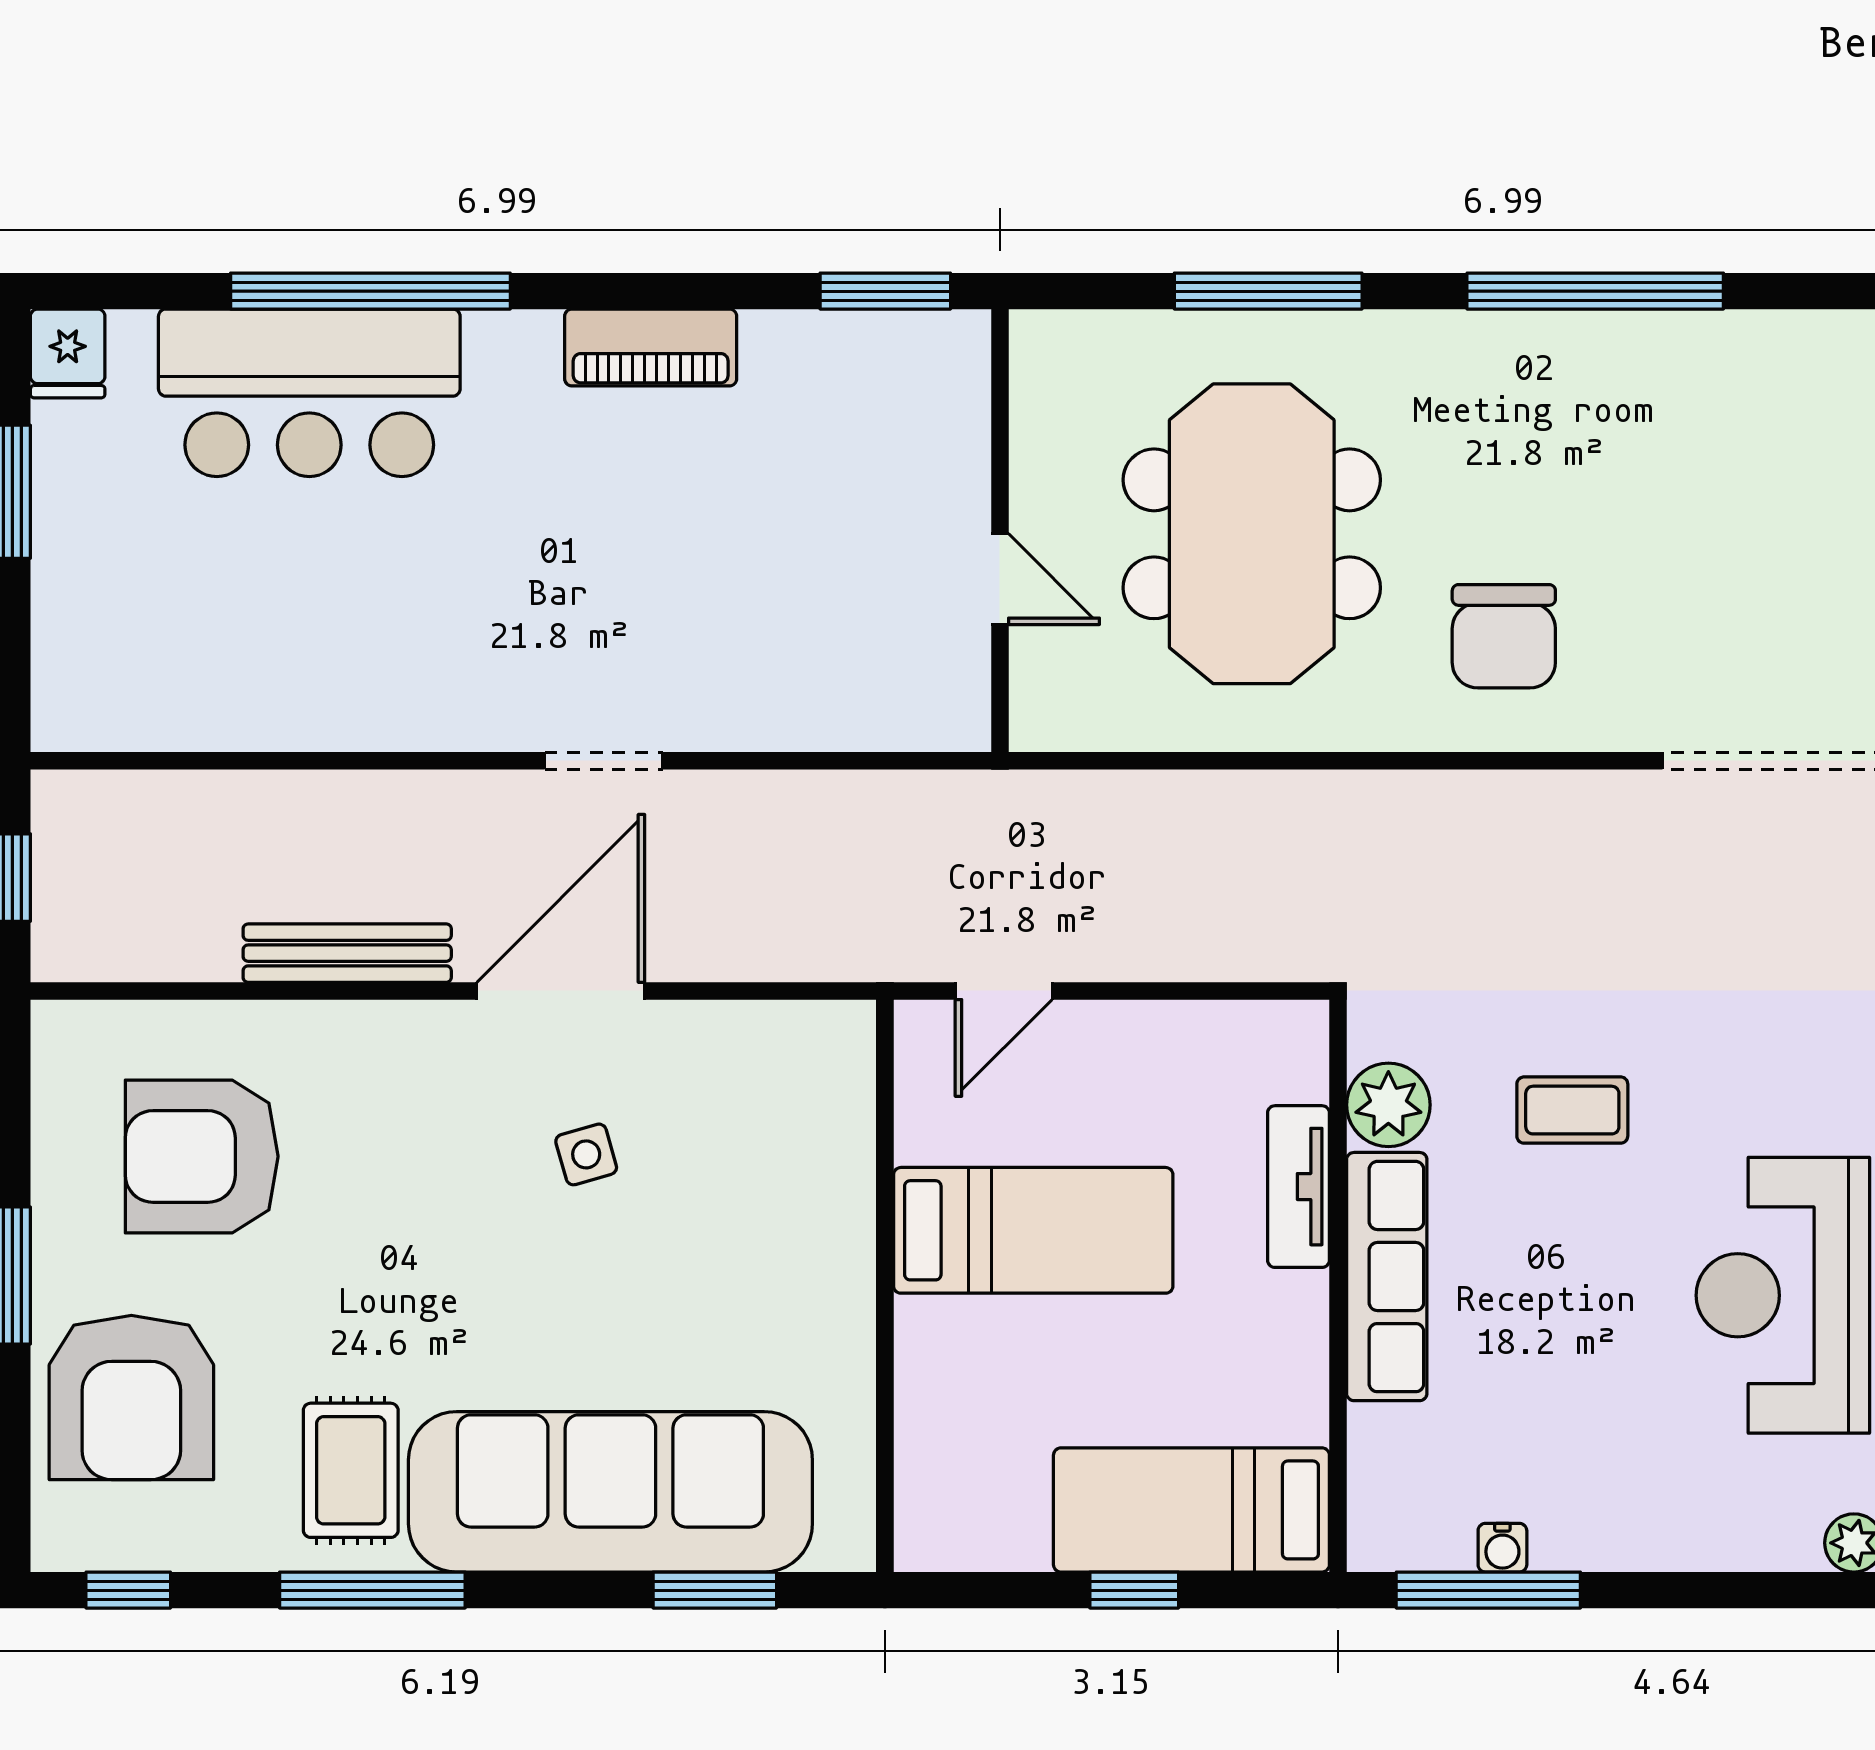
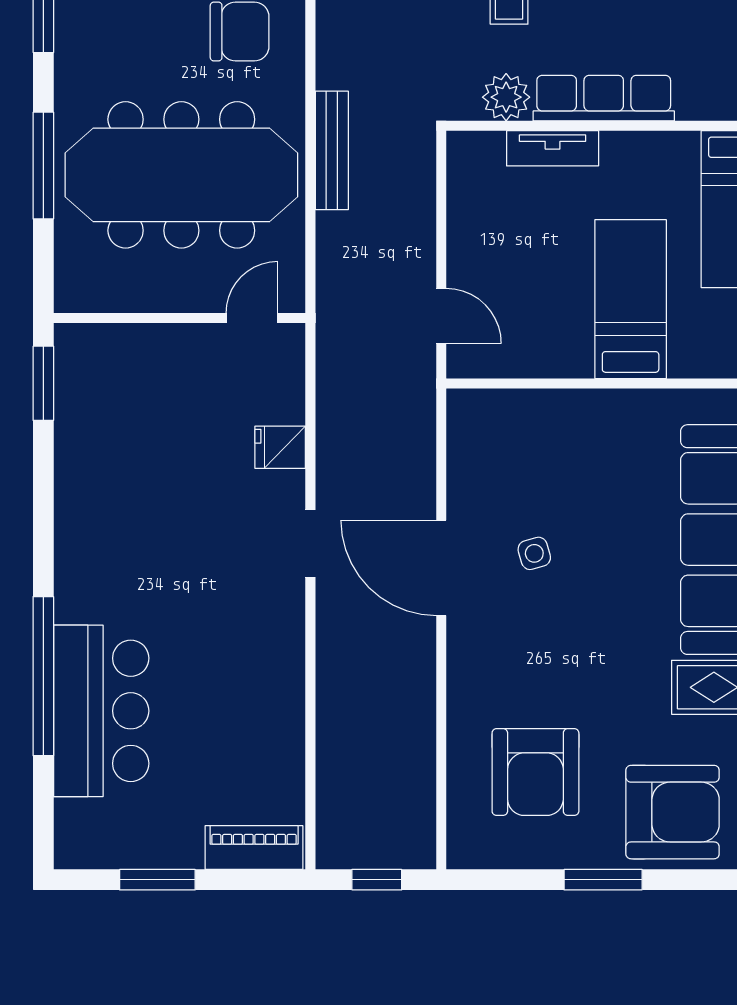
piano: (651, 347) -> (254, 848), moved, turned -90
fridge: (68, 353) -> (280, 447), moved, turned 180
meeting table: (1252, 534) -> (181, 175), width x1.36
door: (1000, 579) -> (252, 318), moved
bench: (347, 953) -> (332, 150), moved
bed: (1033, 1230) -> (631, 299), moved

